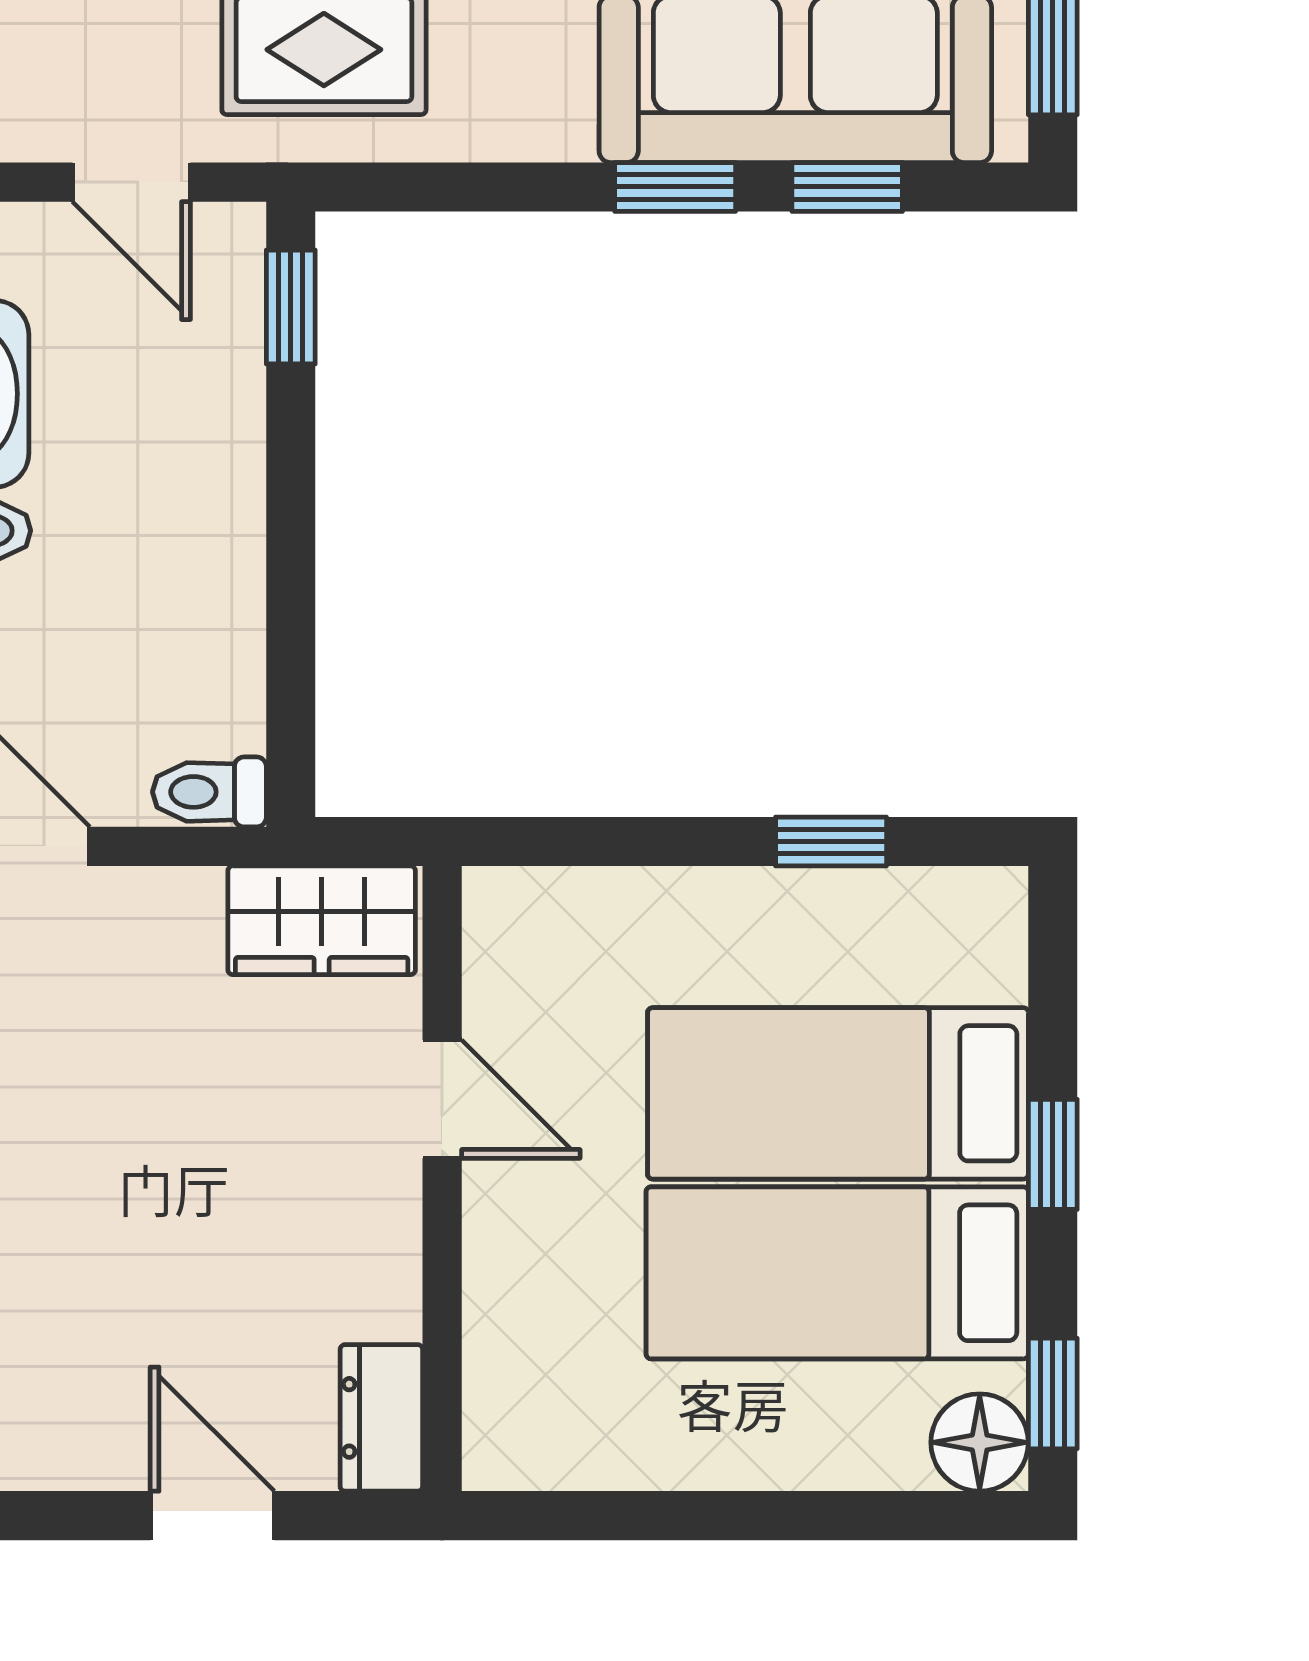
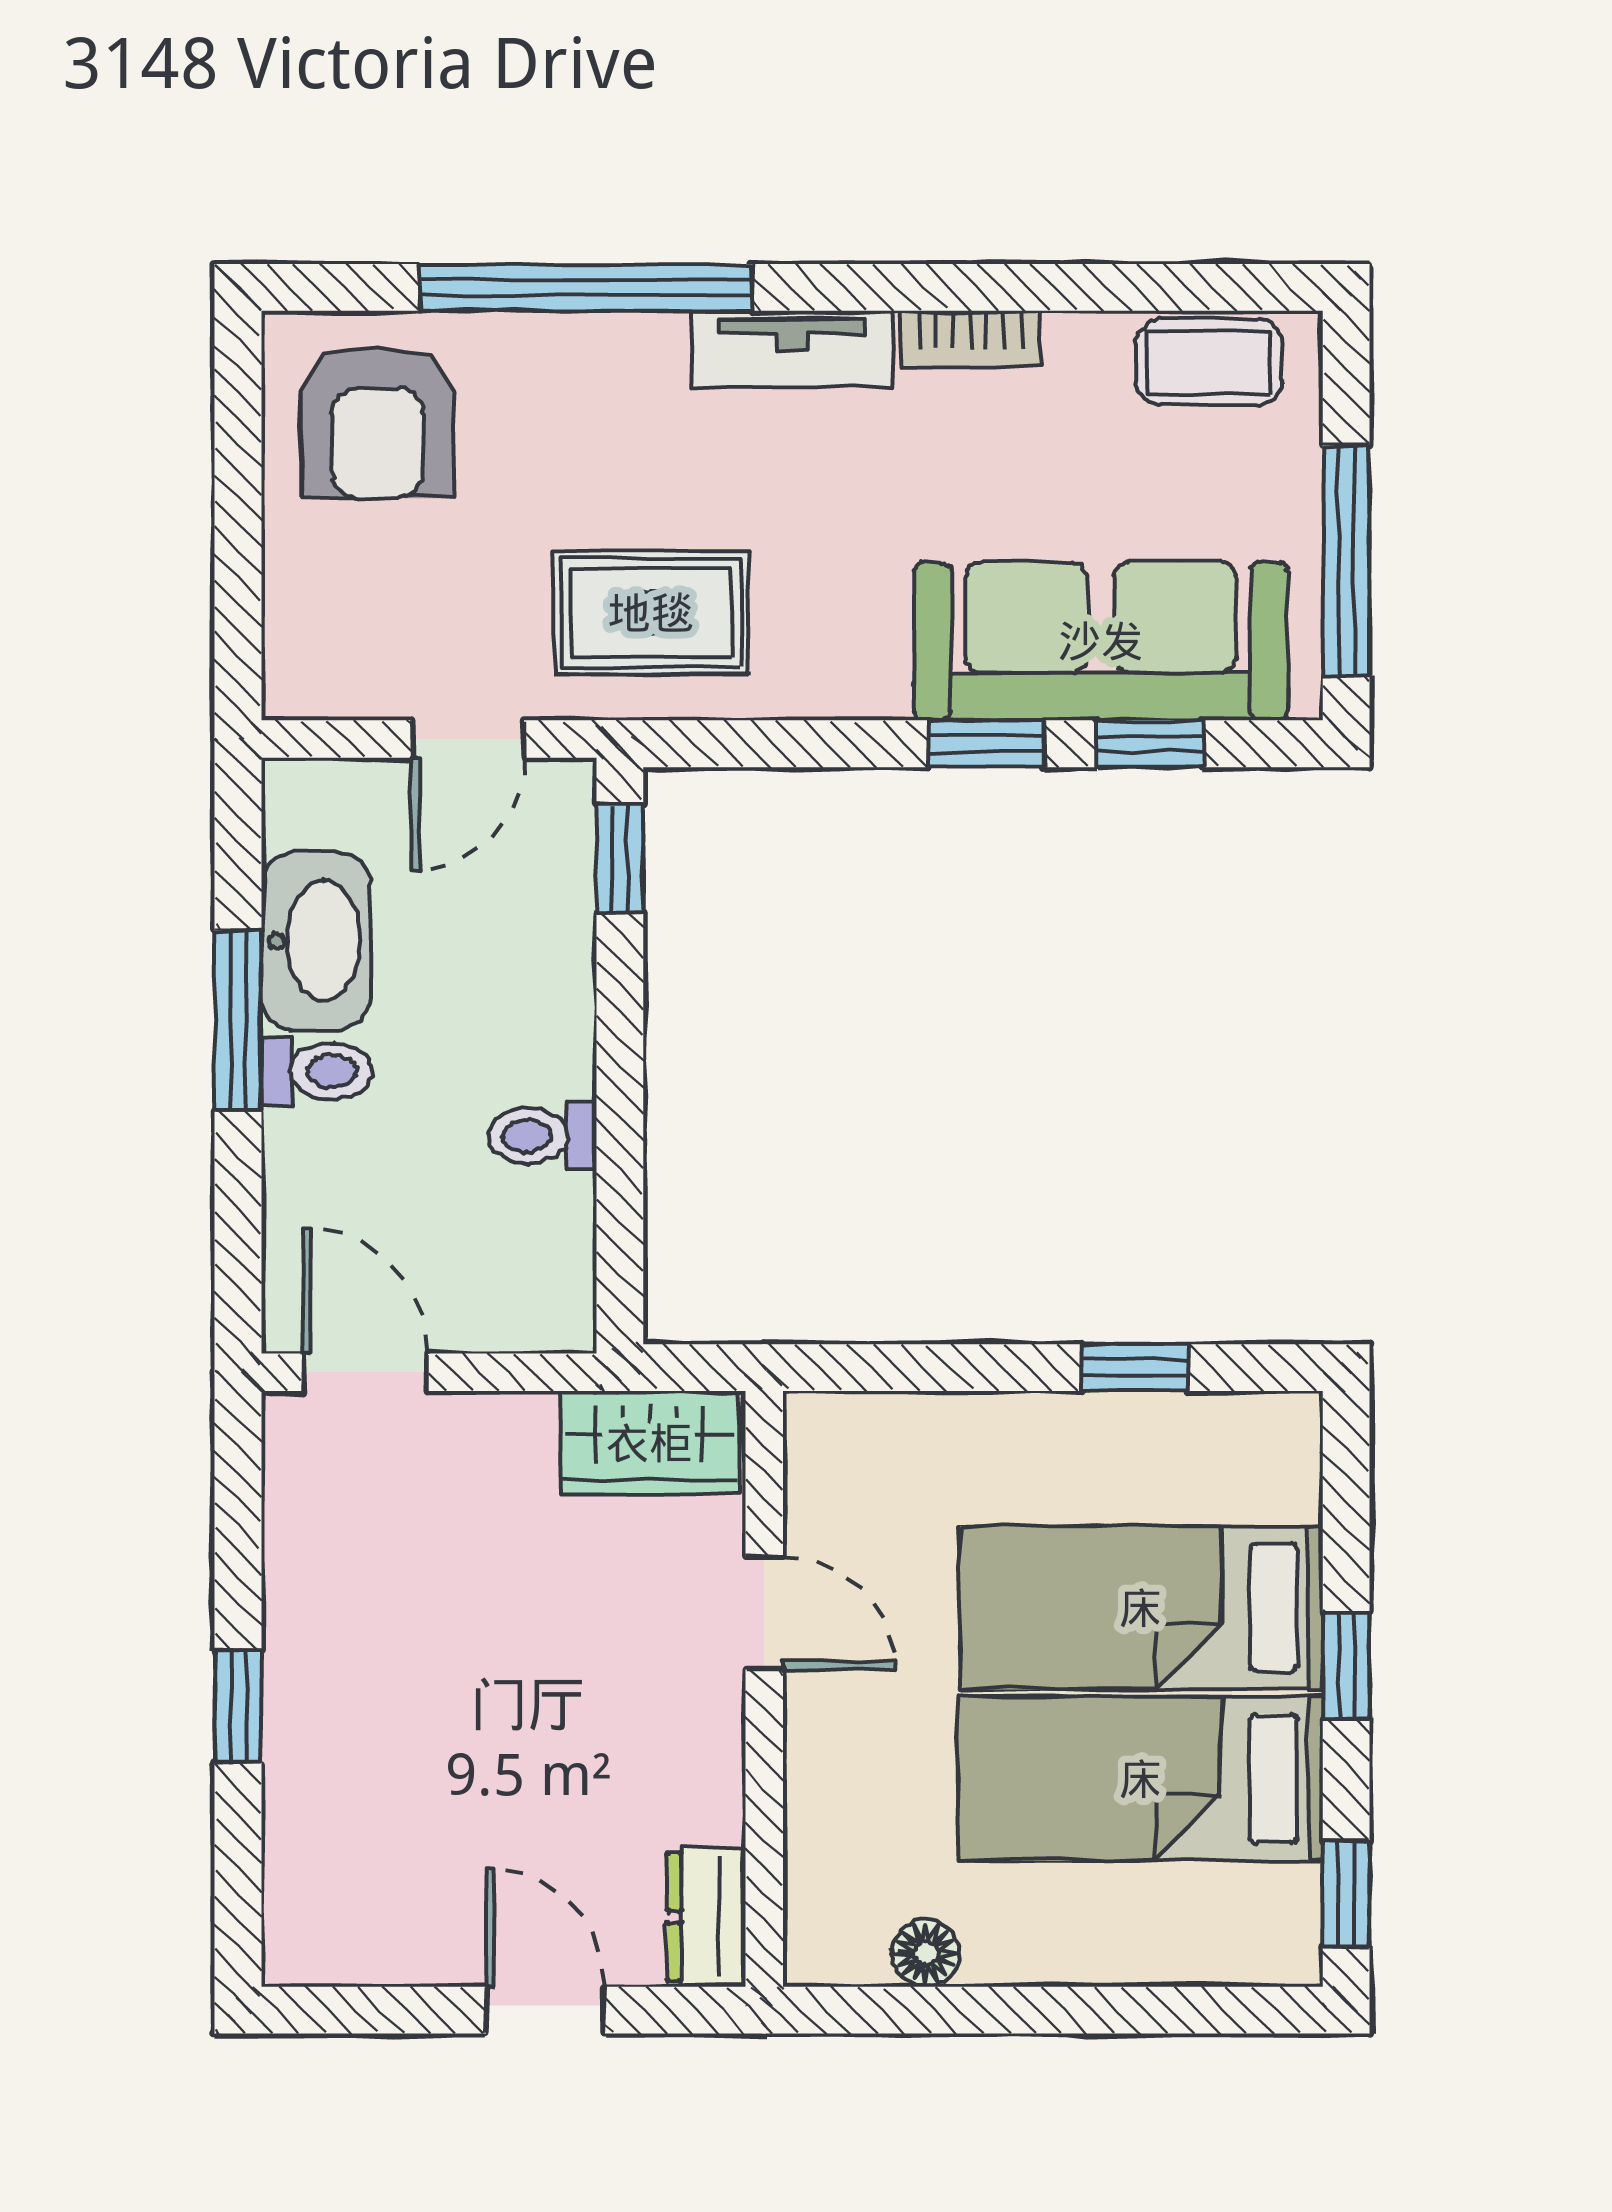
door: (131, 182) -> (468, 739), hinge flipped
toilet: (209, 792) -> (542, 1136), moved
floor lamp: (980, 1442) -> (926, 1953), moved, width x0.73, depth x0.73

